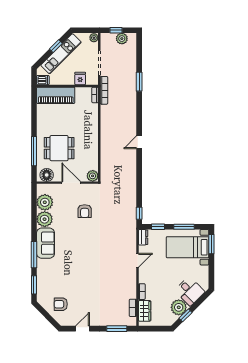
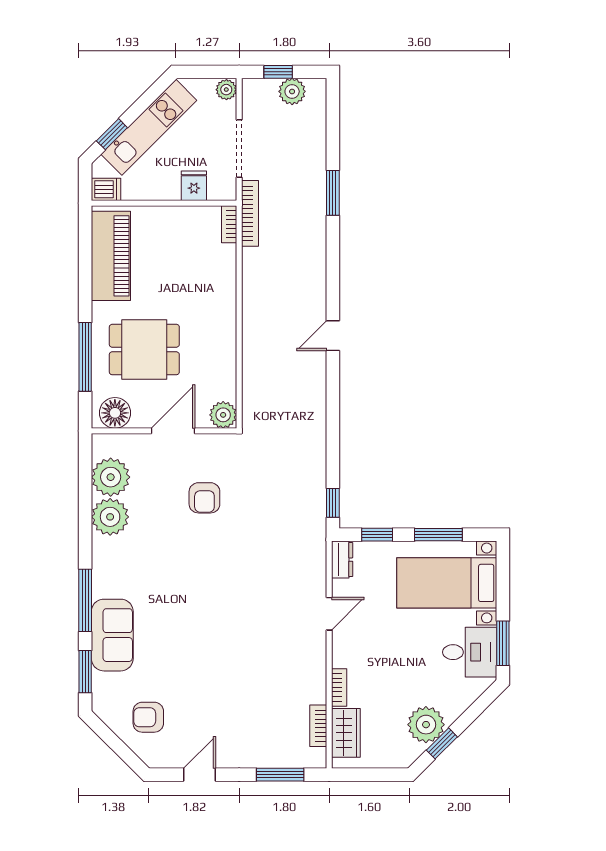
window: (56, 46) -> (112, 134), moved
piano: (56, 95) -> (111, 256), moved, turned -90
door: (71, 183) -> (173, 431), hinge flipped
sofa: (45, 243) -> (112, 635), moved
window: (211, 244) -> (503, 643), moved
desk: (190, 291) -> (470, 652), moved, turned -45

